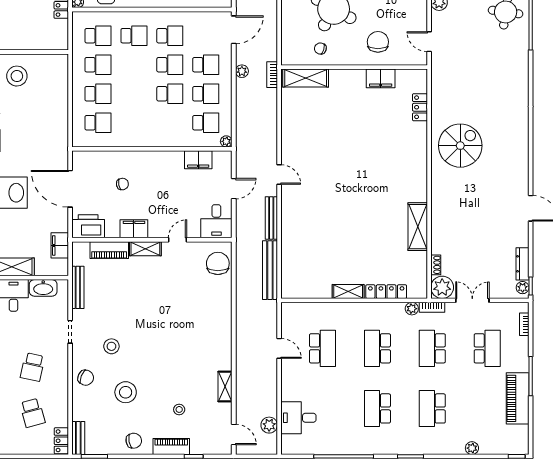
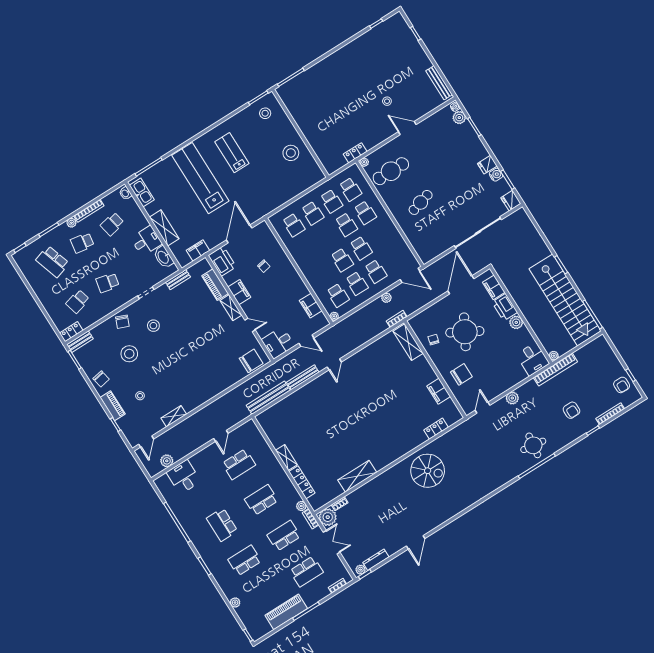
school desk: (170, 36) -> (346, 225), moved
bench: (78, 287) -> (178, 280), width x0.73
school desk: (377, 408) -> (222, 525), turned -90

